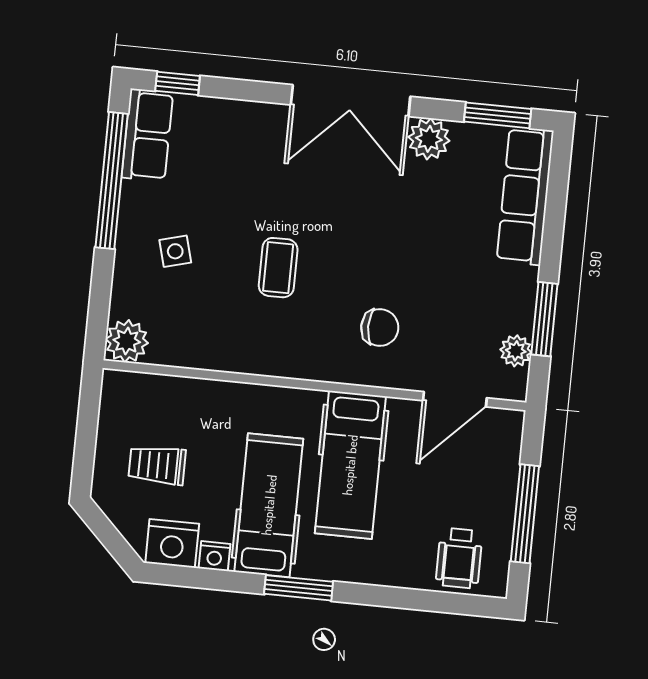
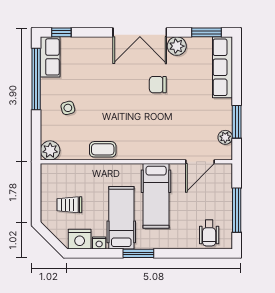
coffee table: (278, 268) -> (103, 149), moved, turned 90
chair: (380, 328) -> (158, 85), moved, turned 180

